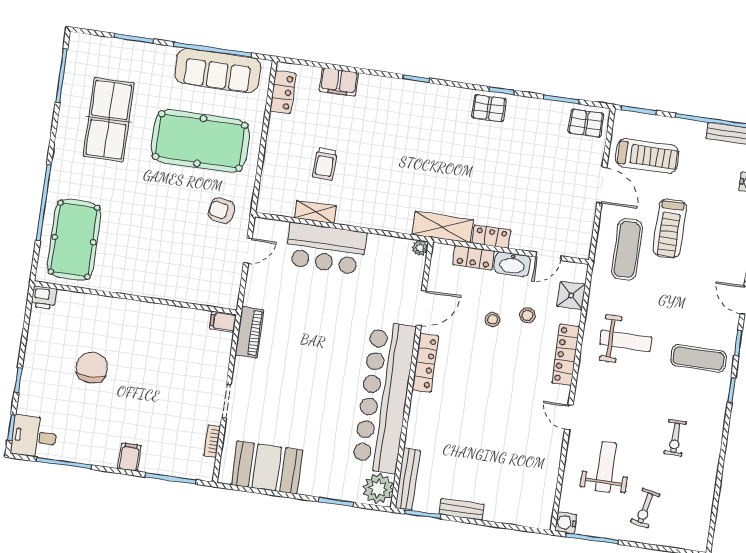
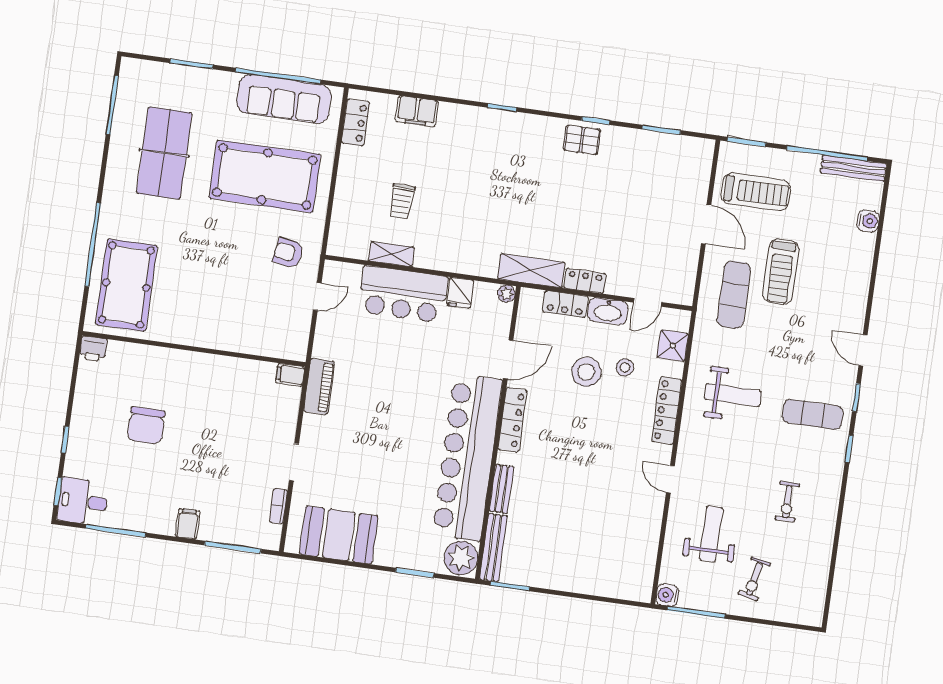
pallet: (586, 123) -> (689, 156), removed
fridge: (378, 247) -> (460, 293), added
stool: (493, 319) -> (586, 372), width x1.89, depth x1.89
chair: (92, 368) -> (146, 425), turned 180
bench: (462, 509) -> (501, 489), moved, turned 90

